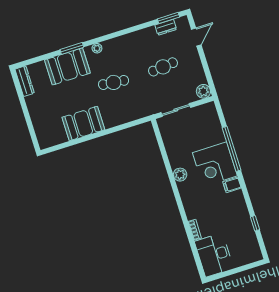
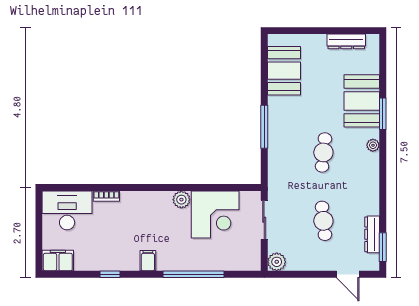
dresser: (166, 27) -> (372, 234), width x1.44
dresser: (25, 81) -> (346, 41), moved
booth: (83, 123) -> (284, 71), moved
window: (108, 131) -> (264, 127), added
corner desk: (215, 164) -> (215, 215), moved, turned 180
window: (255, 223) -> (110, 274), moved
filing cabinet: (253, 250) -> (58, 261), added

